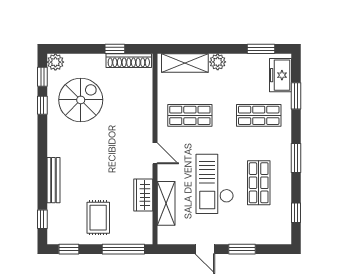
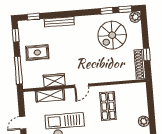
shelving: (185, 63) -> (141, 100), removed
spiral stairs: (81, 100) -> (112, 35), turned 90

